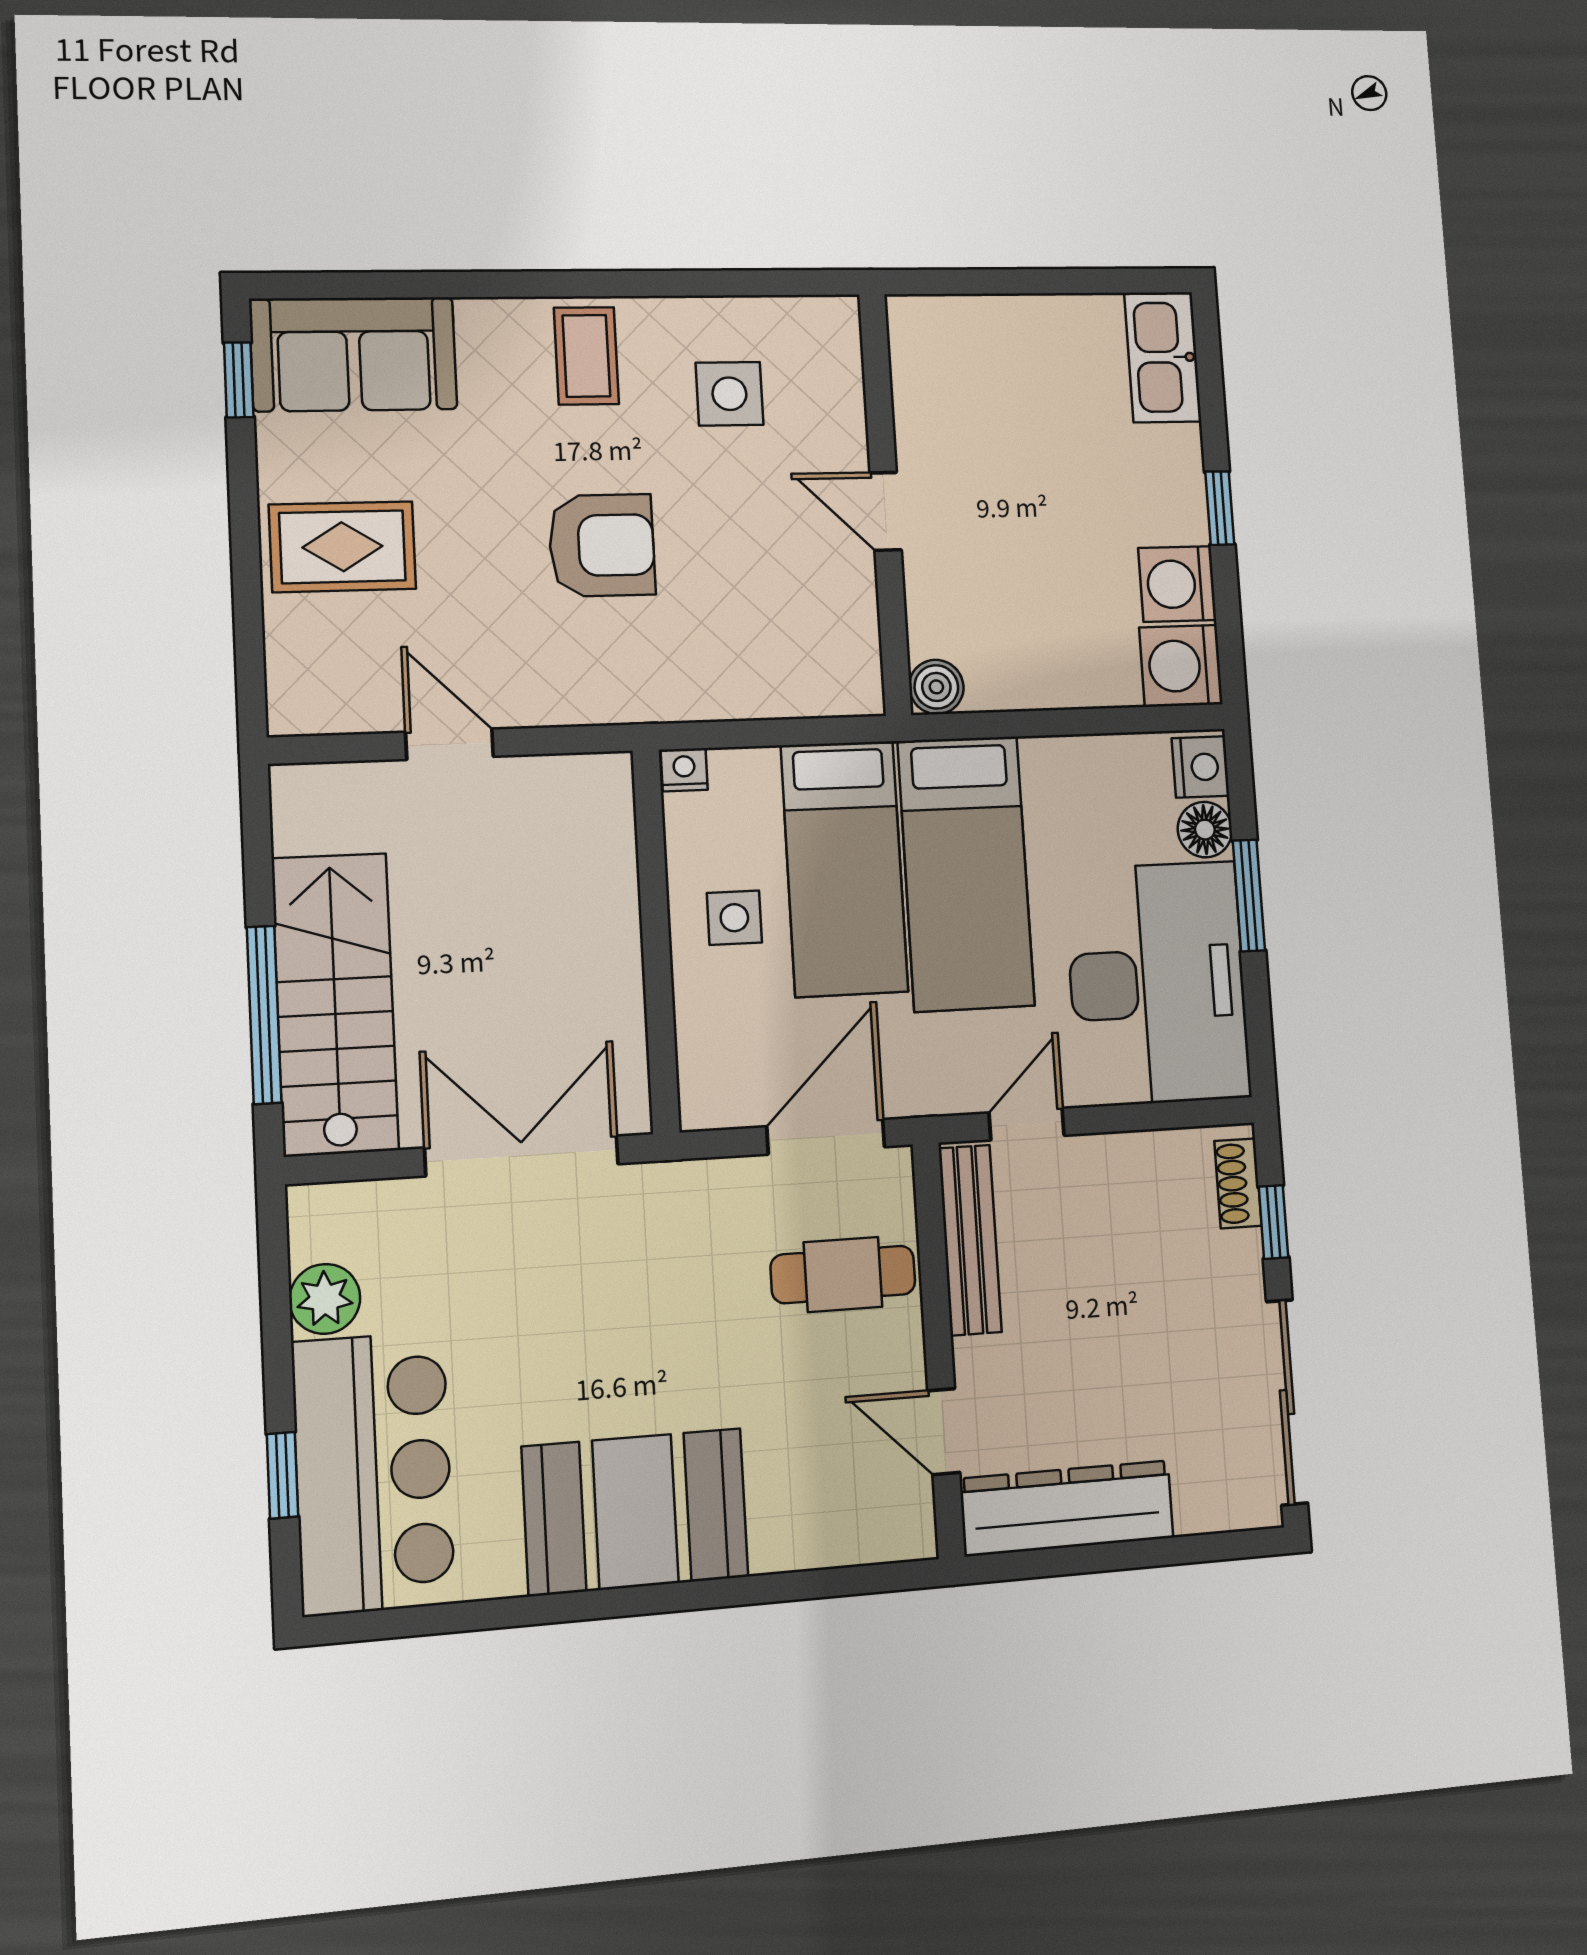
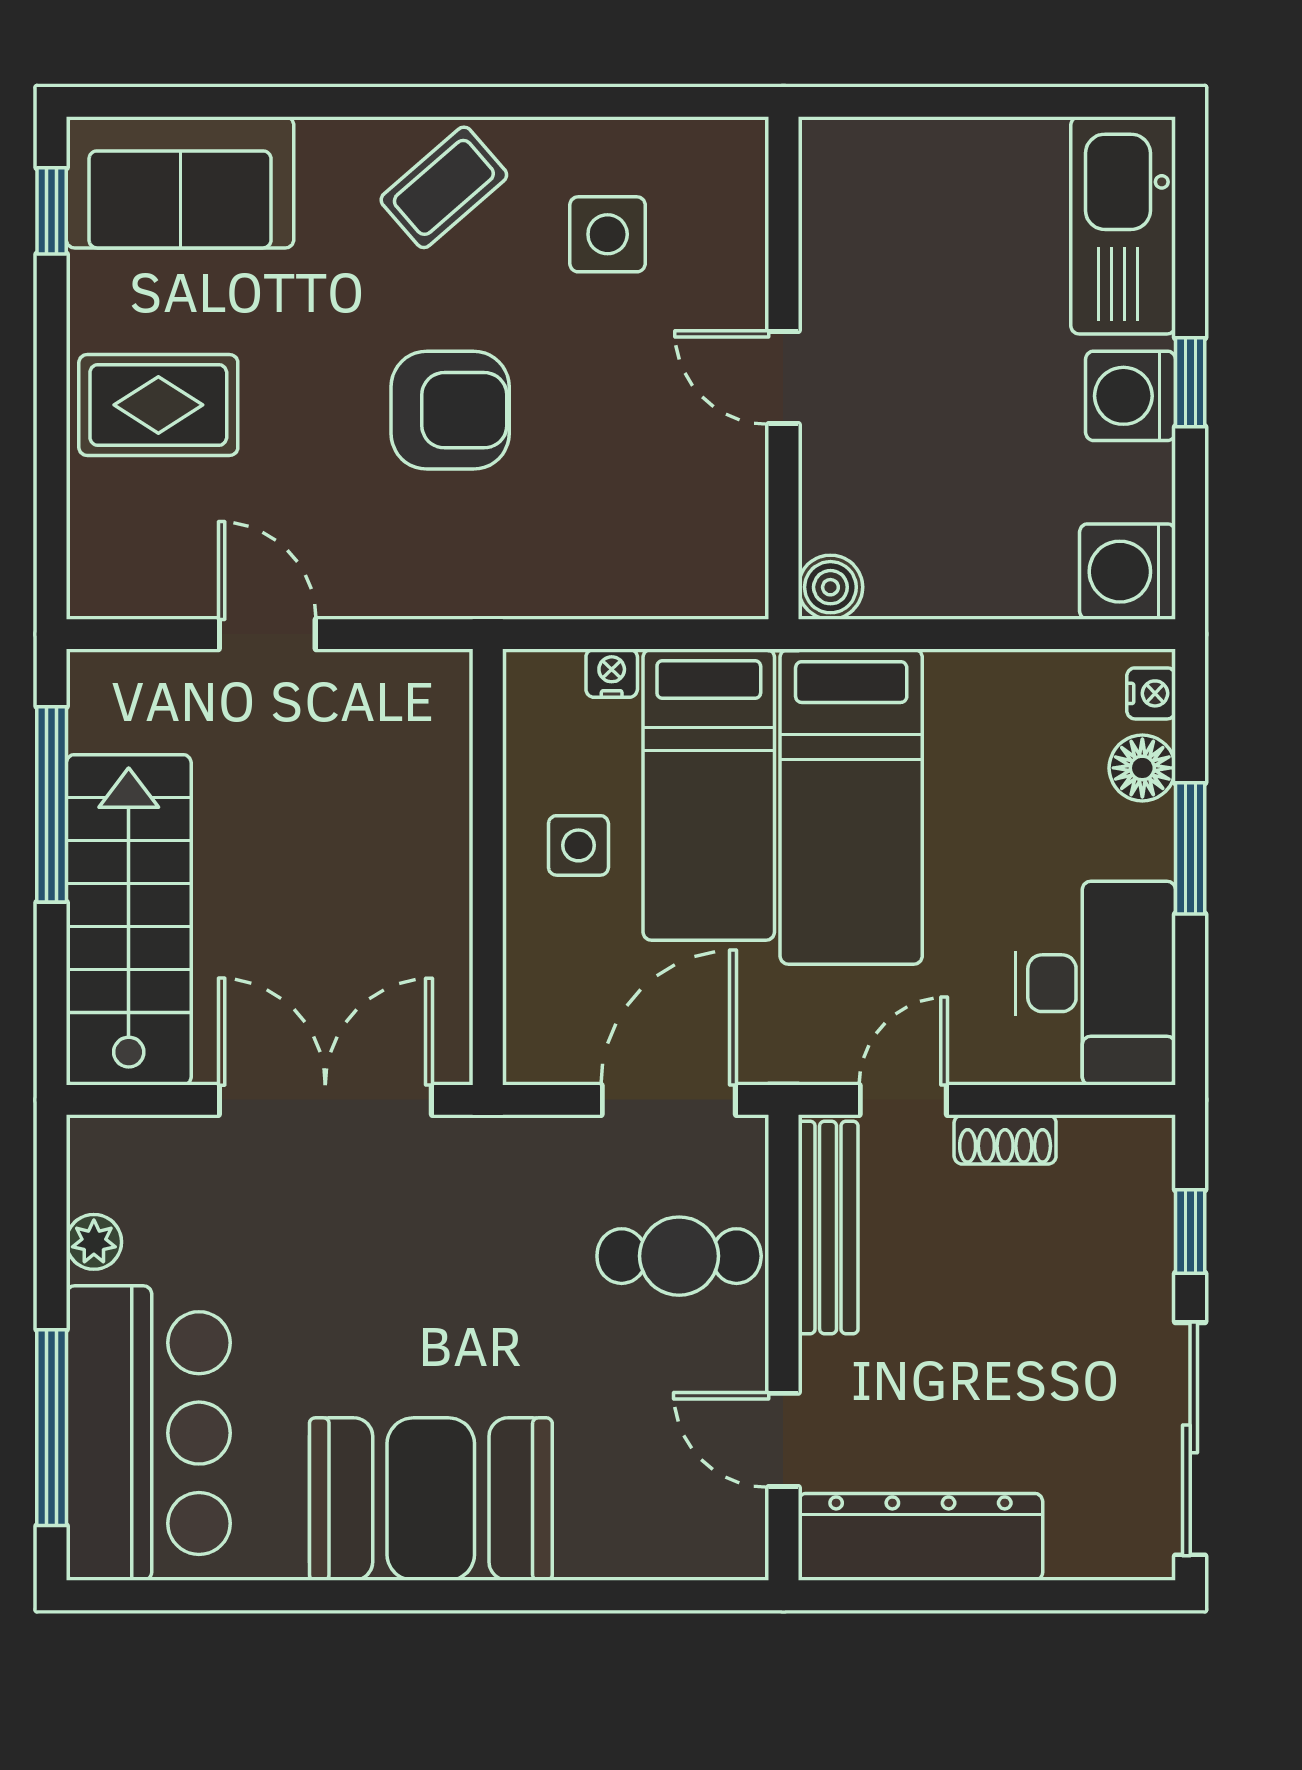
coffee table: (586, 356) -> (444, 187), turned 49
kitchen sink: (1163, 357) -> (1123, 225), width x1.36, depth x1.24
washing machine: (1177, 584) -> (1131, 396), moved
nightstand: (1201, 767) -> (1151, 693), width x0.72, depth x0.74
nightstand: (684, 770) -> (612, 673), moved
desk: (1158, 983) -> (1095, 983), width x0.73, depth x0.77
window: (264, 1015) -> (52, 804), moved
shoe rack: (1238, 1183) -> (1005, 1139), moved, turned -90
plant: (325, 1299) -> (94, 1242), width x0.73, depth x0.73
window: (282, 1475) -> (52, 1428), width x2.17

